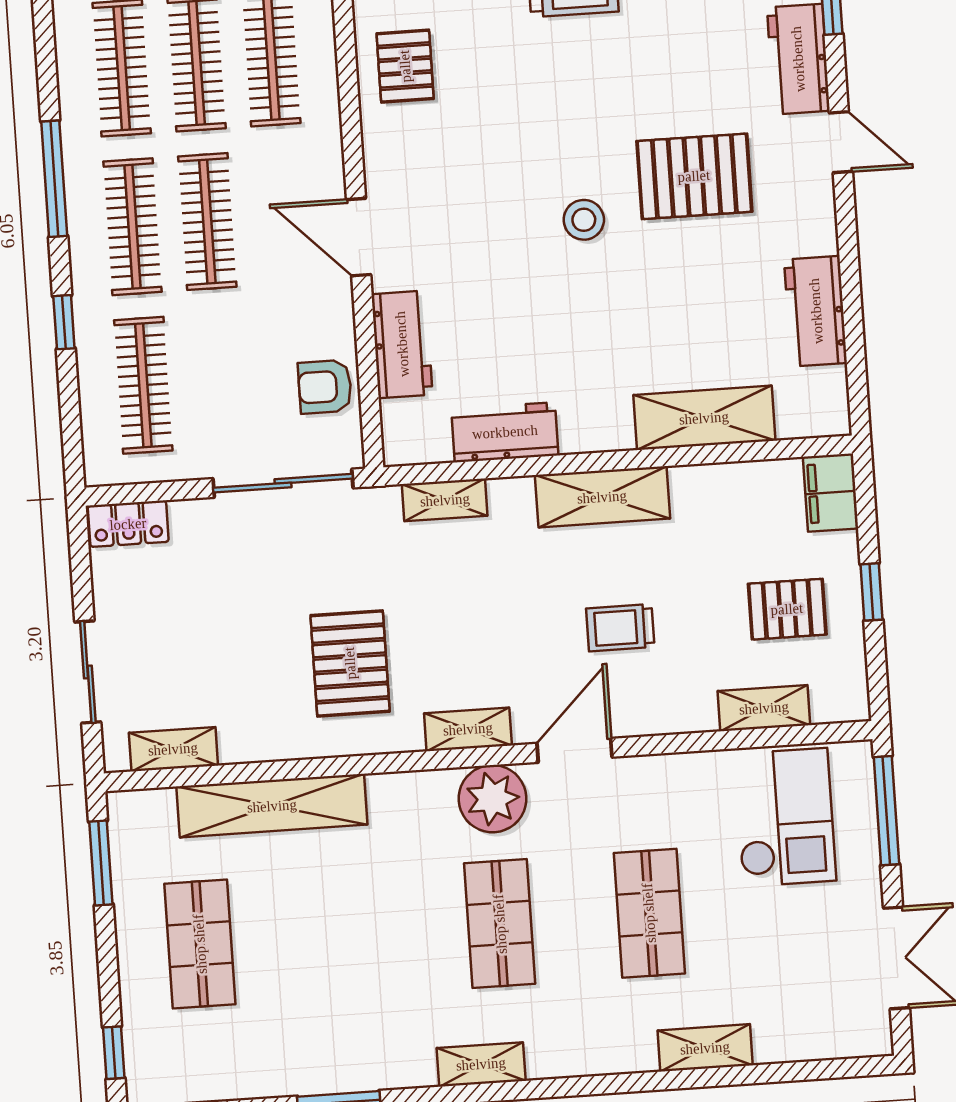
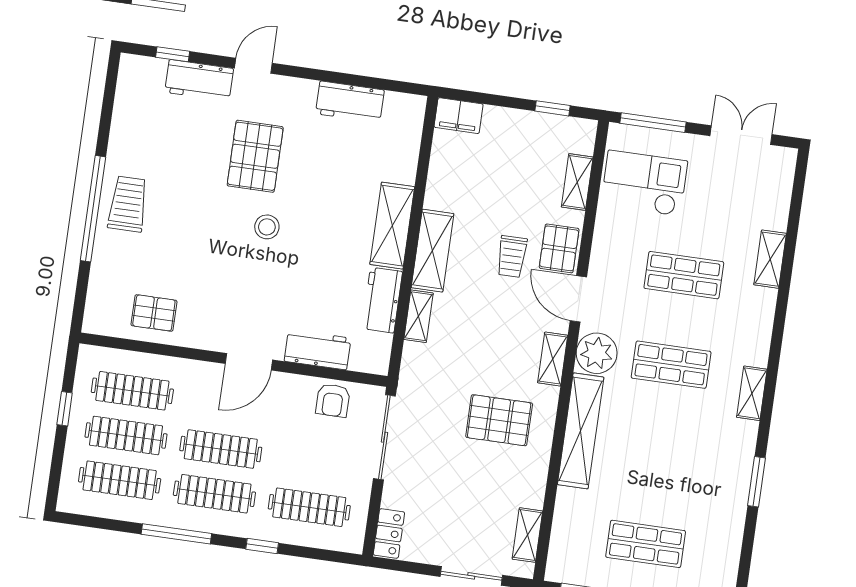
shelving: (704, 418) -> (392, 226), moved
shelving: (445, 500) -> (418, 316), moved
window: (871, 592) -> (552, 108), moved
pallet: (787, 609) -> (559, 248), moved
shelving: (272, 806) -> (581, 431), moved

